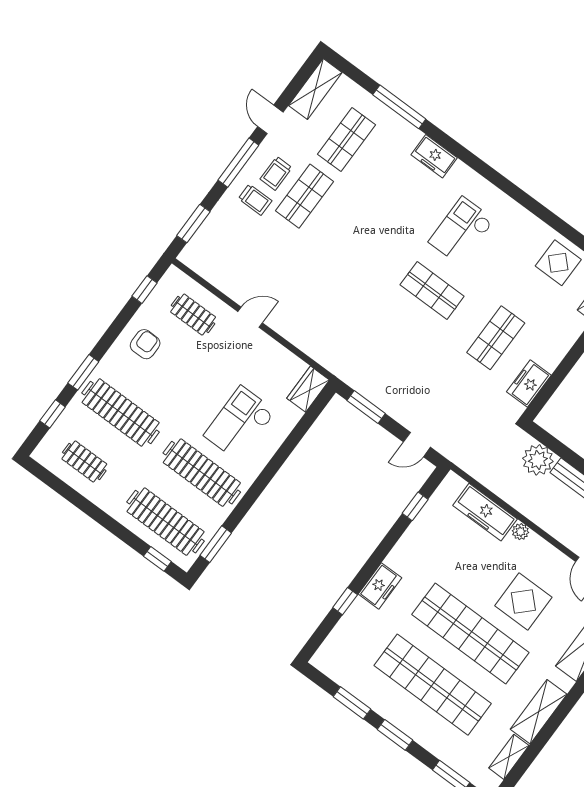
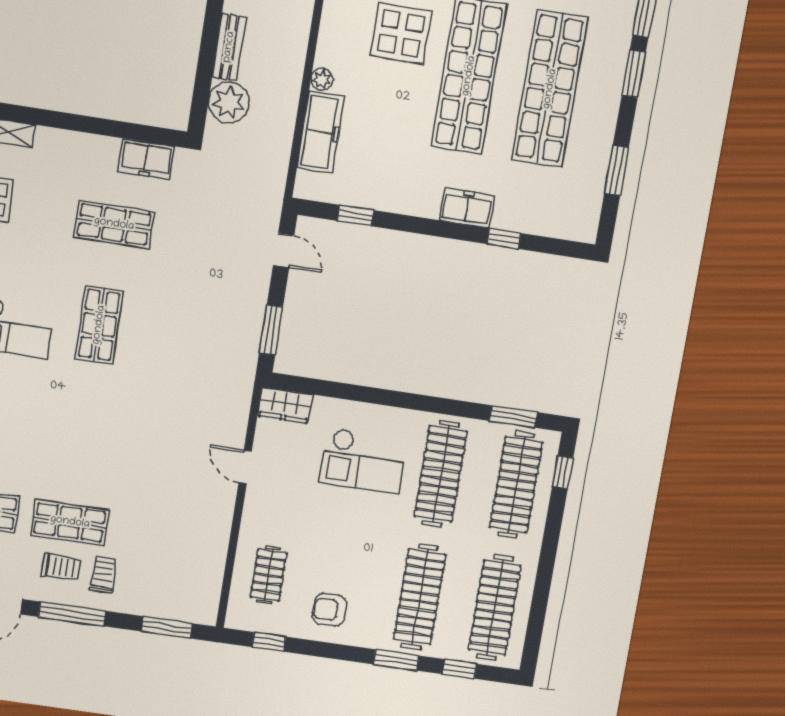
door: (250, 317) -> (245, 467), moved
clothes rail: (84, 461) -> (495, 608), width x1.86, depth x1.31
window: (395, 735) -> (634, 74), moved

